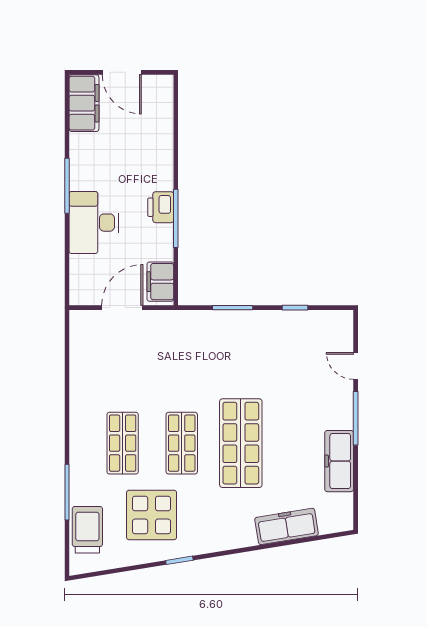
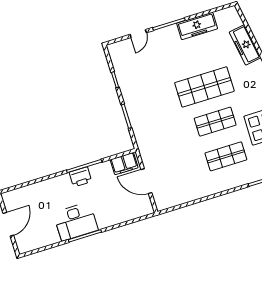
filing cabinet: (84, 103) -> (33, 241), removed
desk: (94, 223) -> (76, 221), moved

